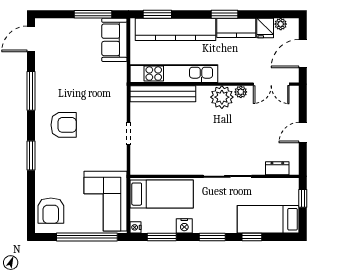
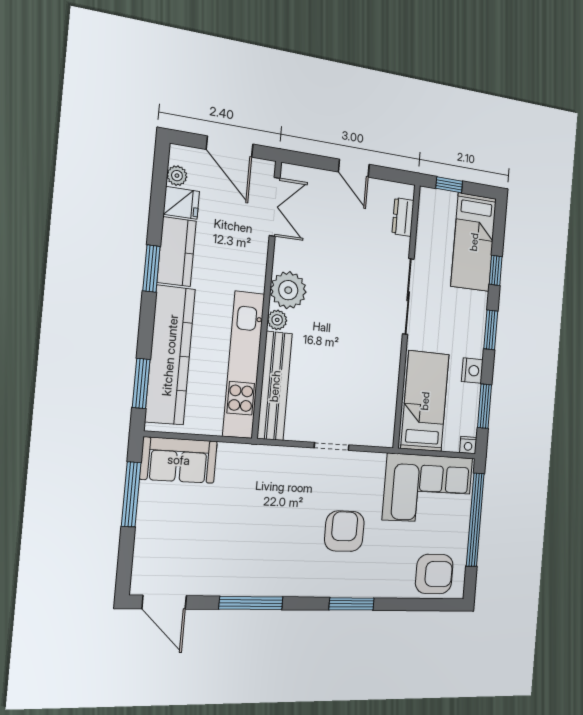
plant: (241, 92) -> (277, 320), moved
armchair: (64, 125) -> (344, 531), moved

